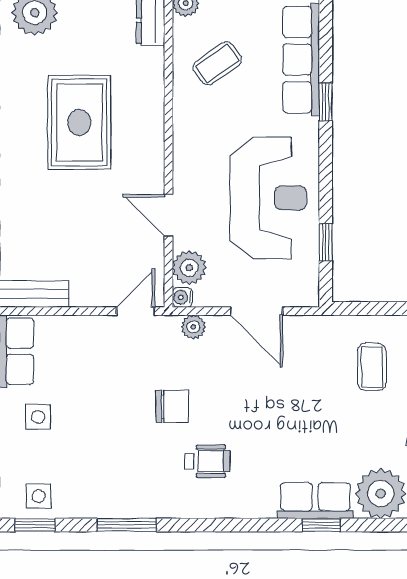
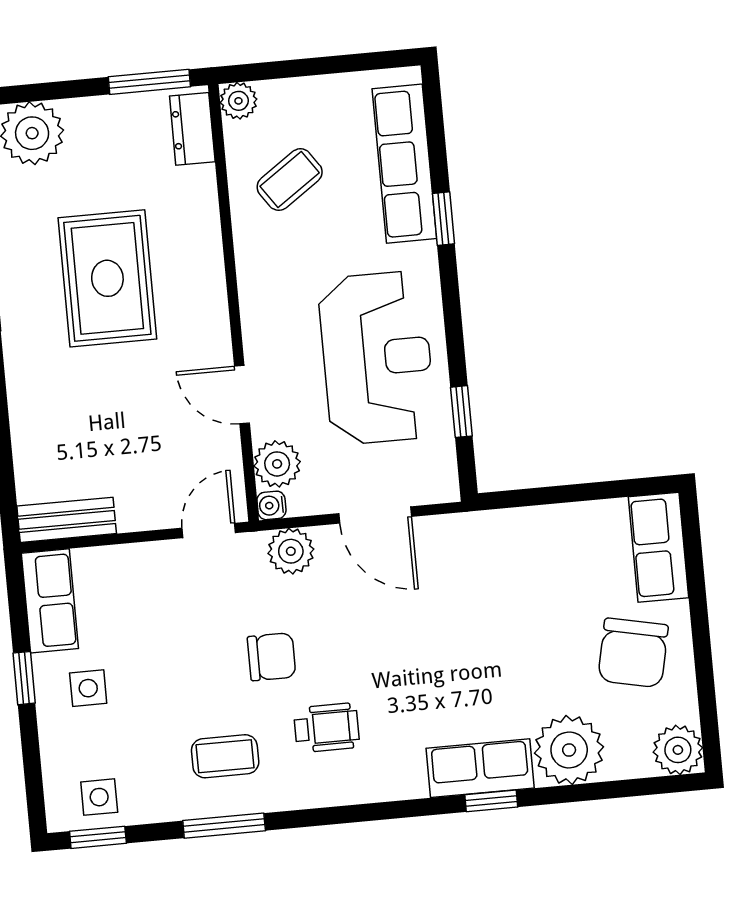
plant: (193, 327) -> (291, 551), width x1.38, depth x1.38
coffee table: (372, 367) -> (225, 756), moved, turned 90

